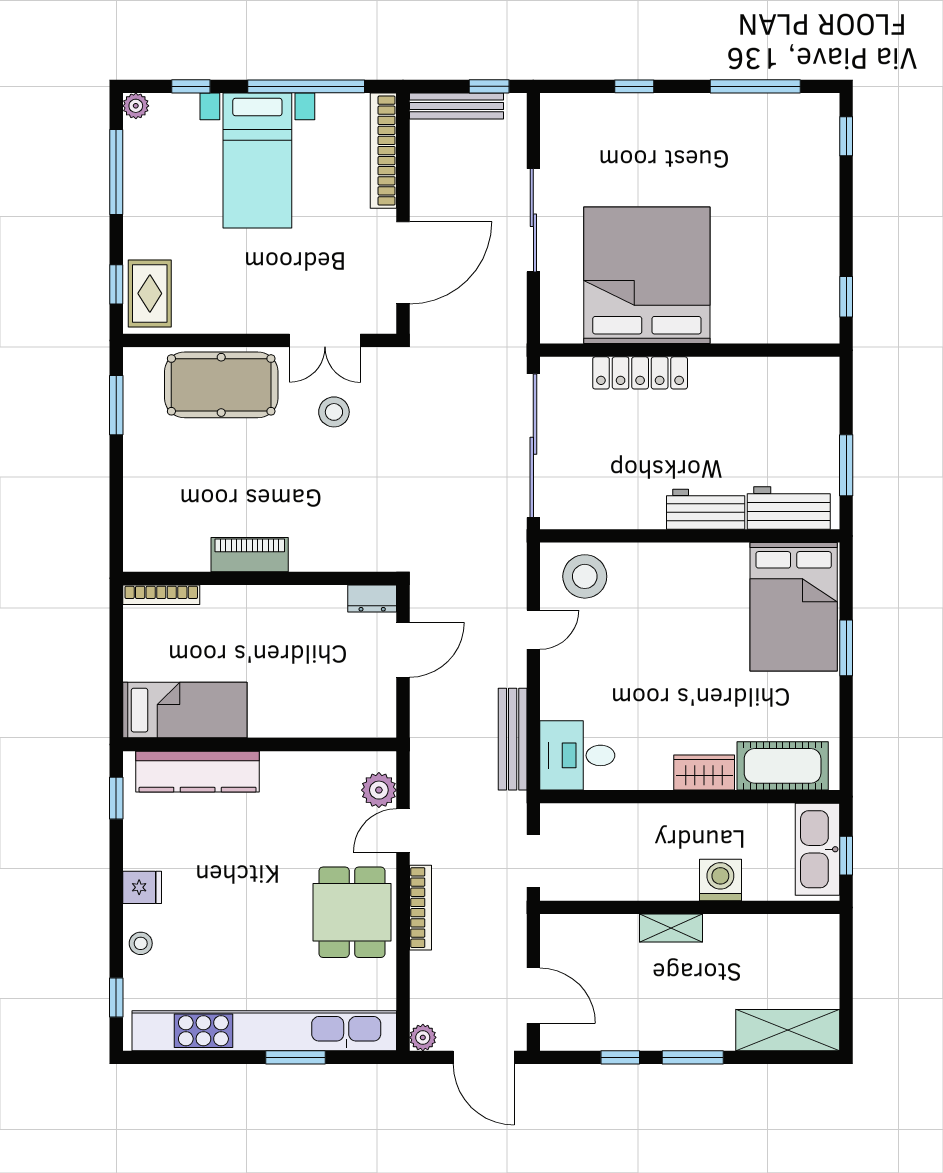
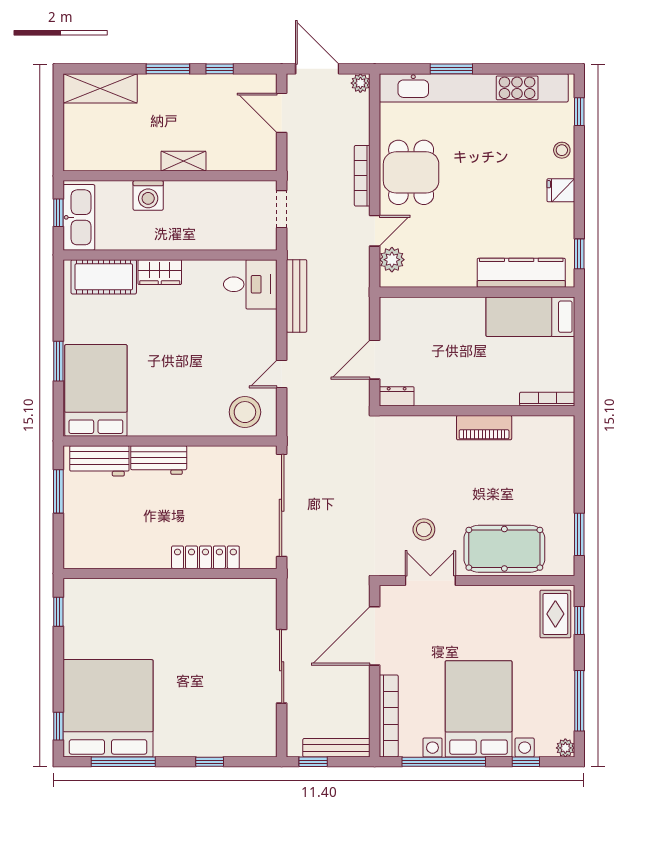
bed with nightstands: (257, 160) -> (479, 709), width x1.36
bed: (647, 275) -> (108, 708), moved, turned 180

